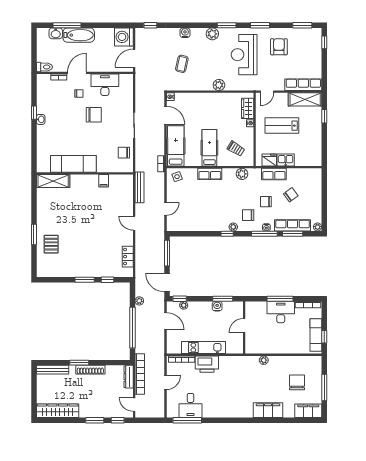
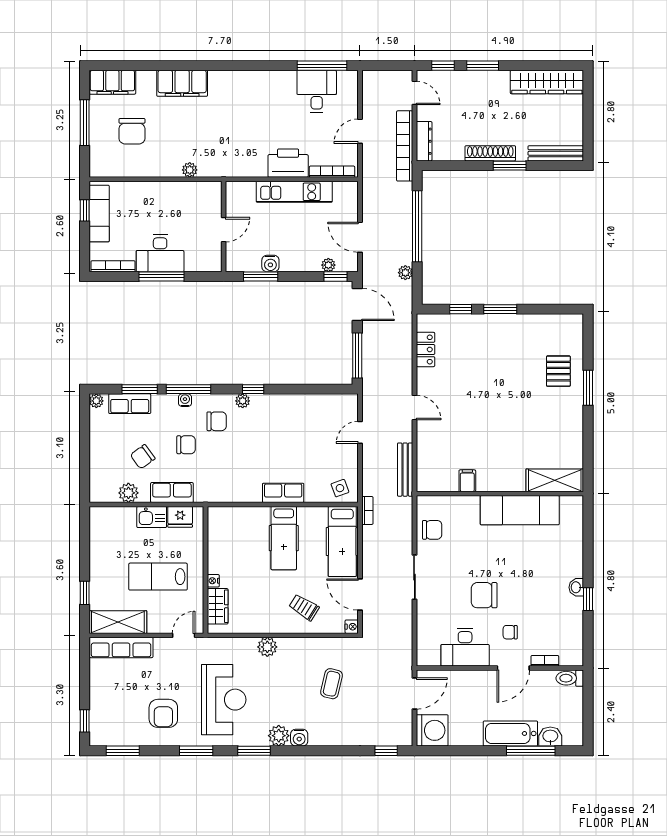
water cooler: (185, 33) -> (299, 738), moved
lab bench: (282, 126) -> (158, 577), turned 180
trolley: (236, 149) -> (304, 607), moved
plant: (242, 174) -> (128, 493), moved
row of seats: (293, 225) -> (130, 404), width x0.68

